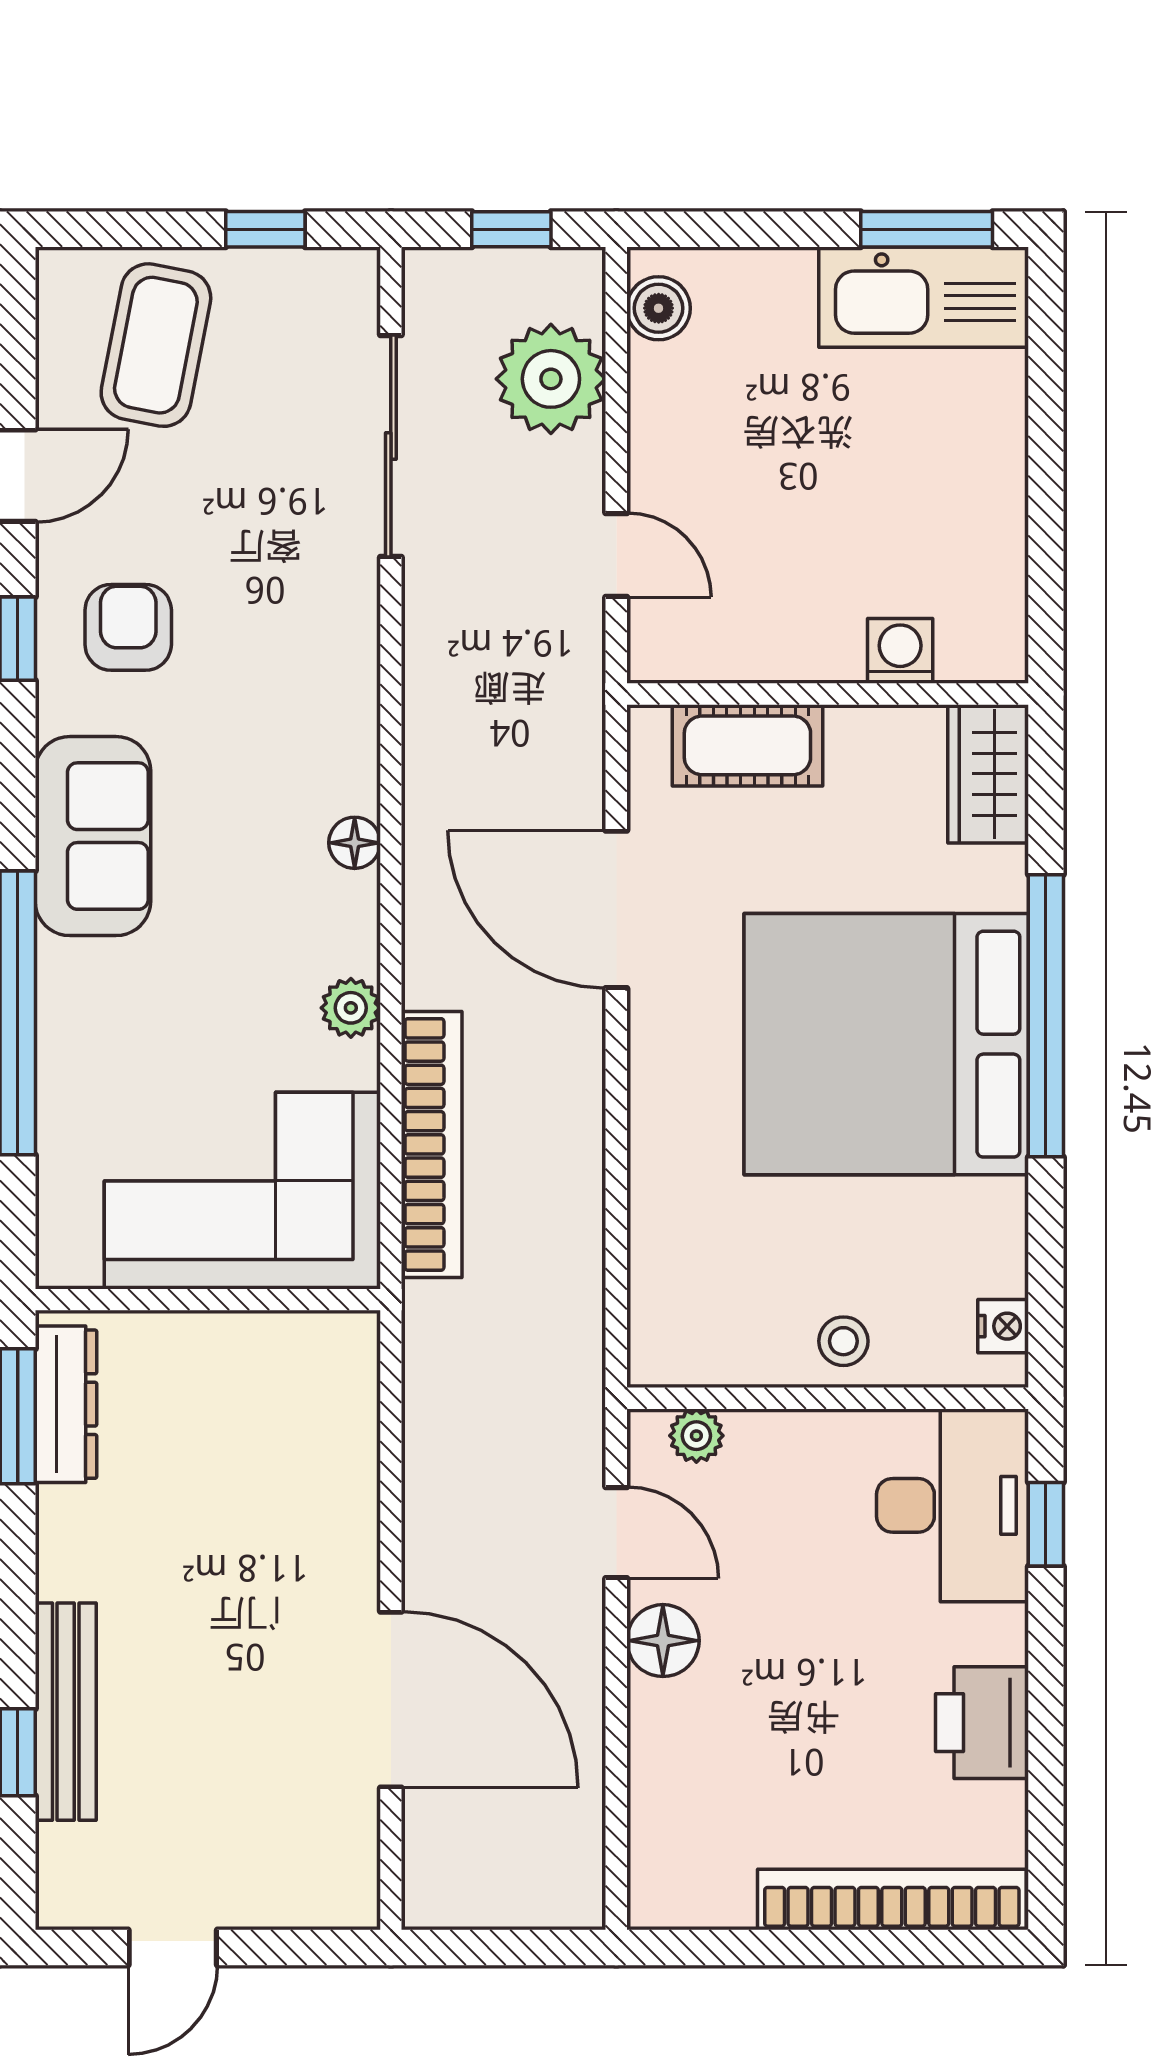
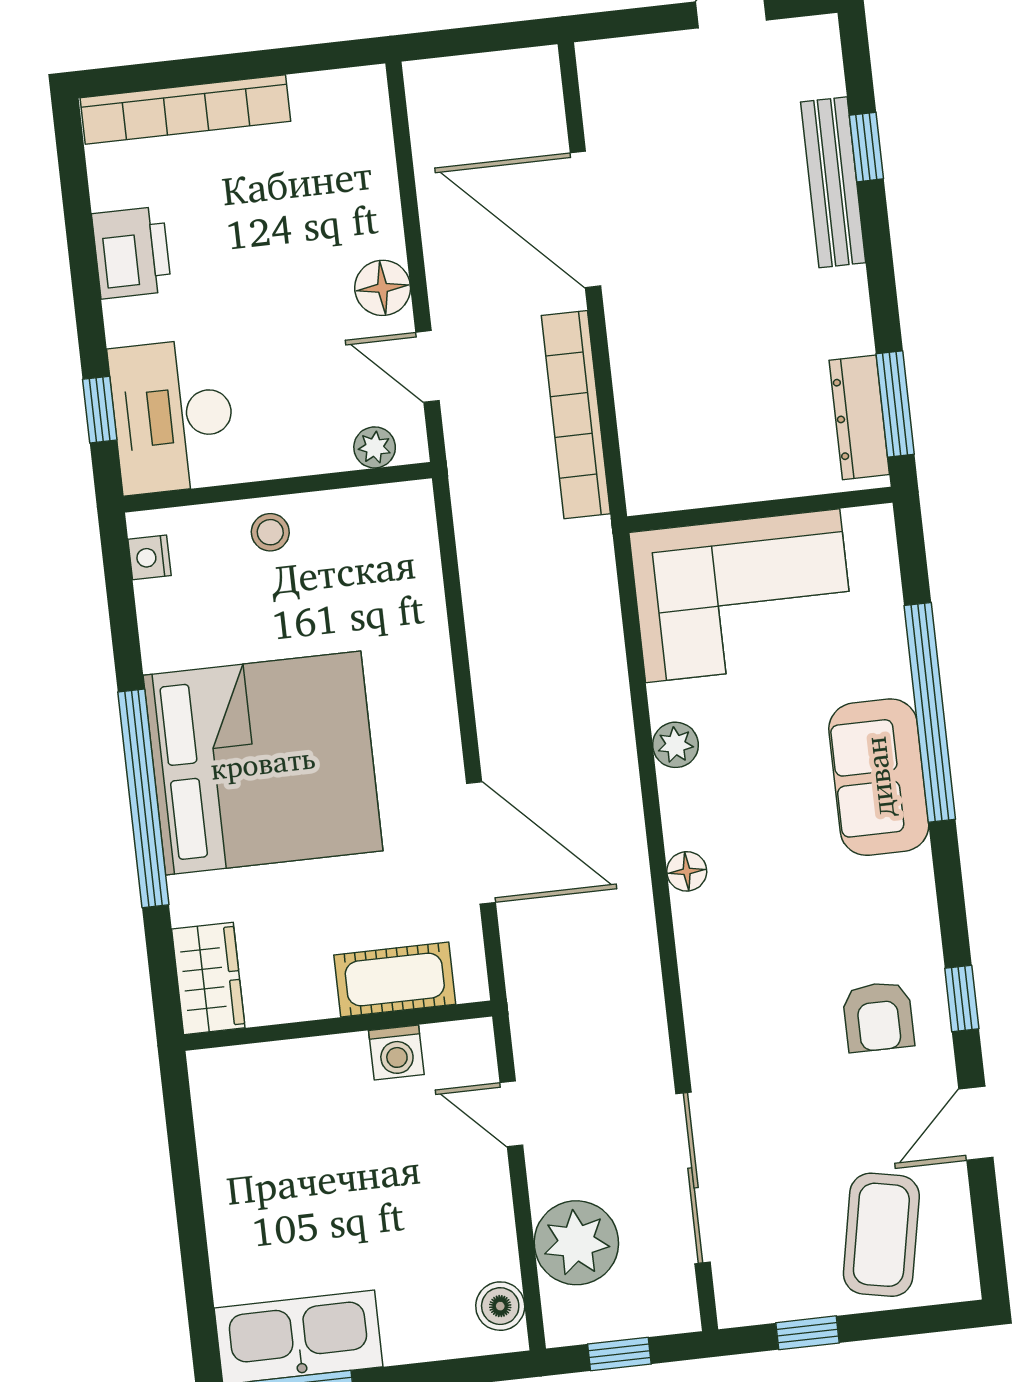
washing machine: (900, 651) -> (396, 1052), moved
sofa: (93, 836) -> (879, 777), moved
bookcase: (432, 1144) -> (576, 415), moved

